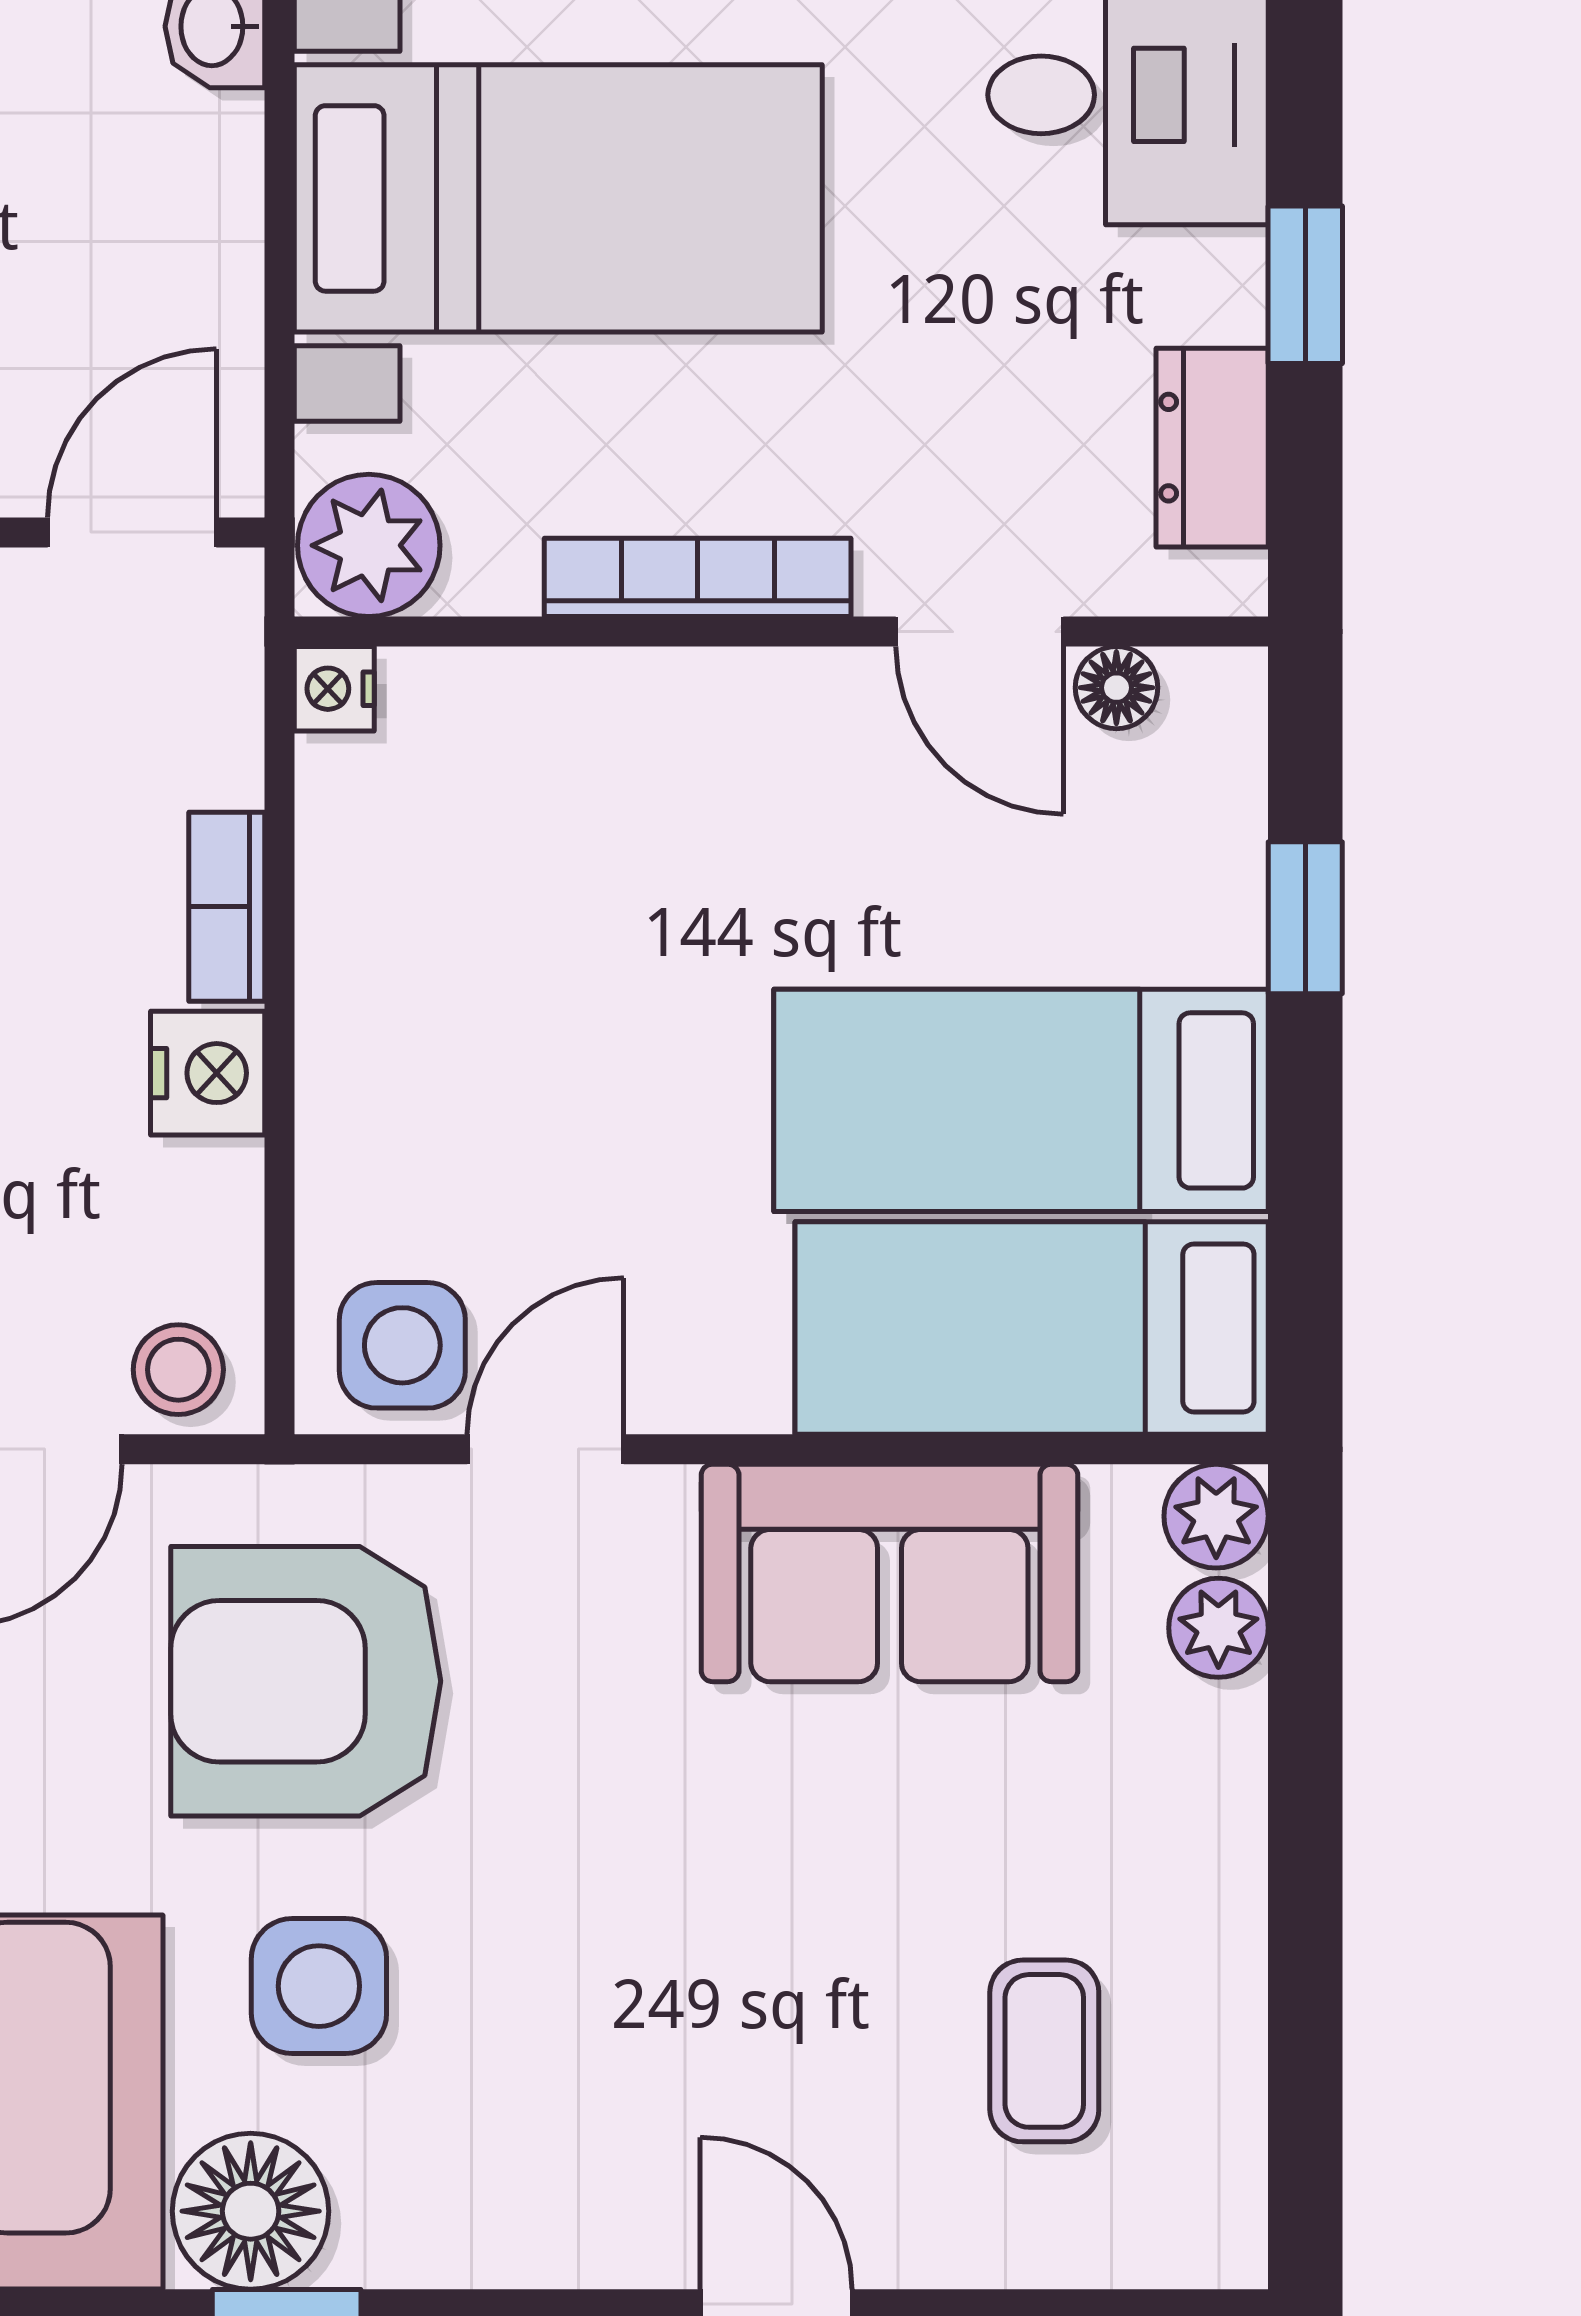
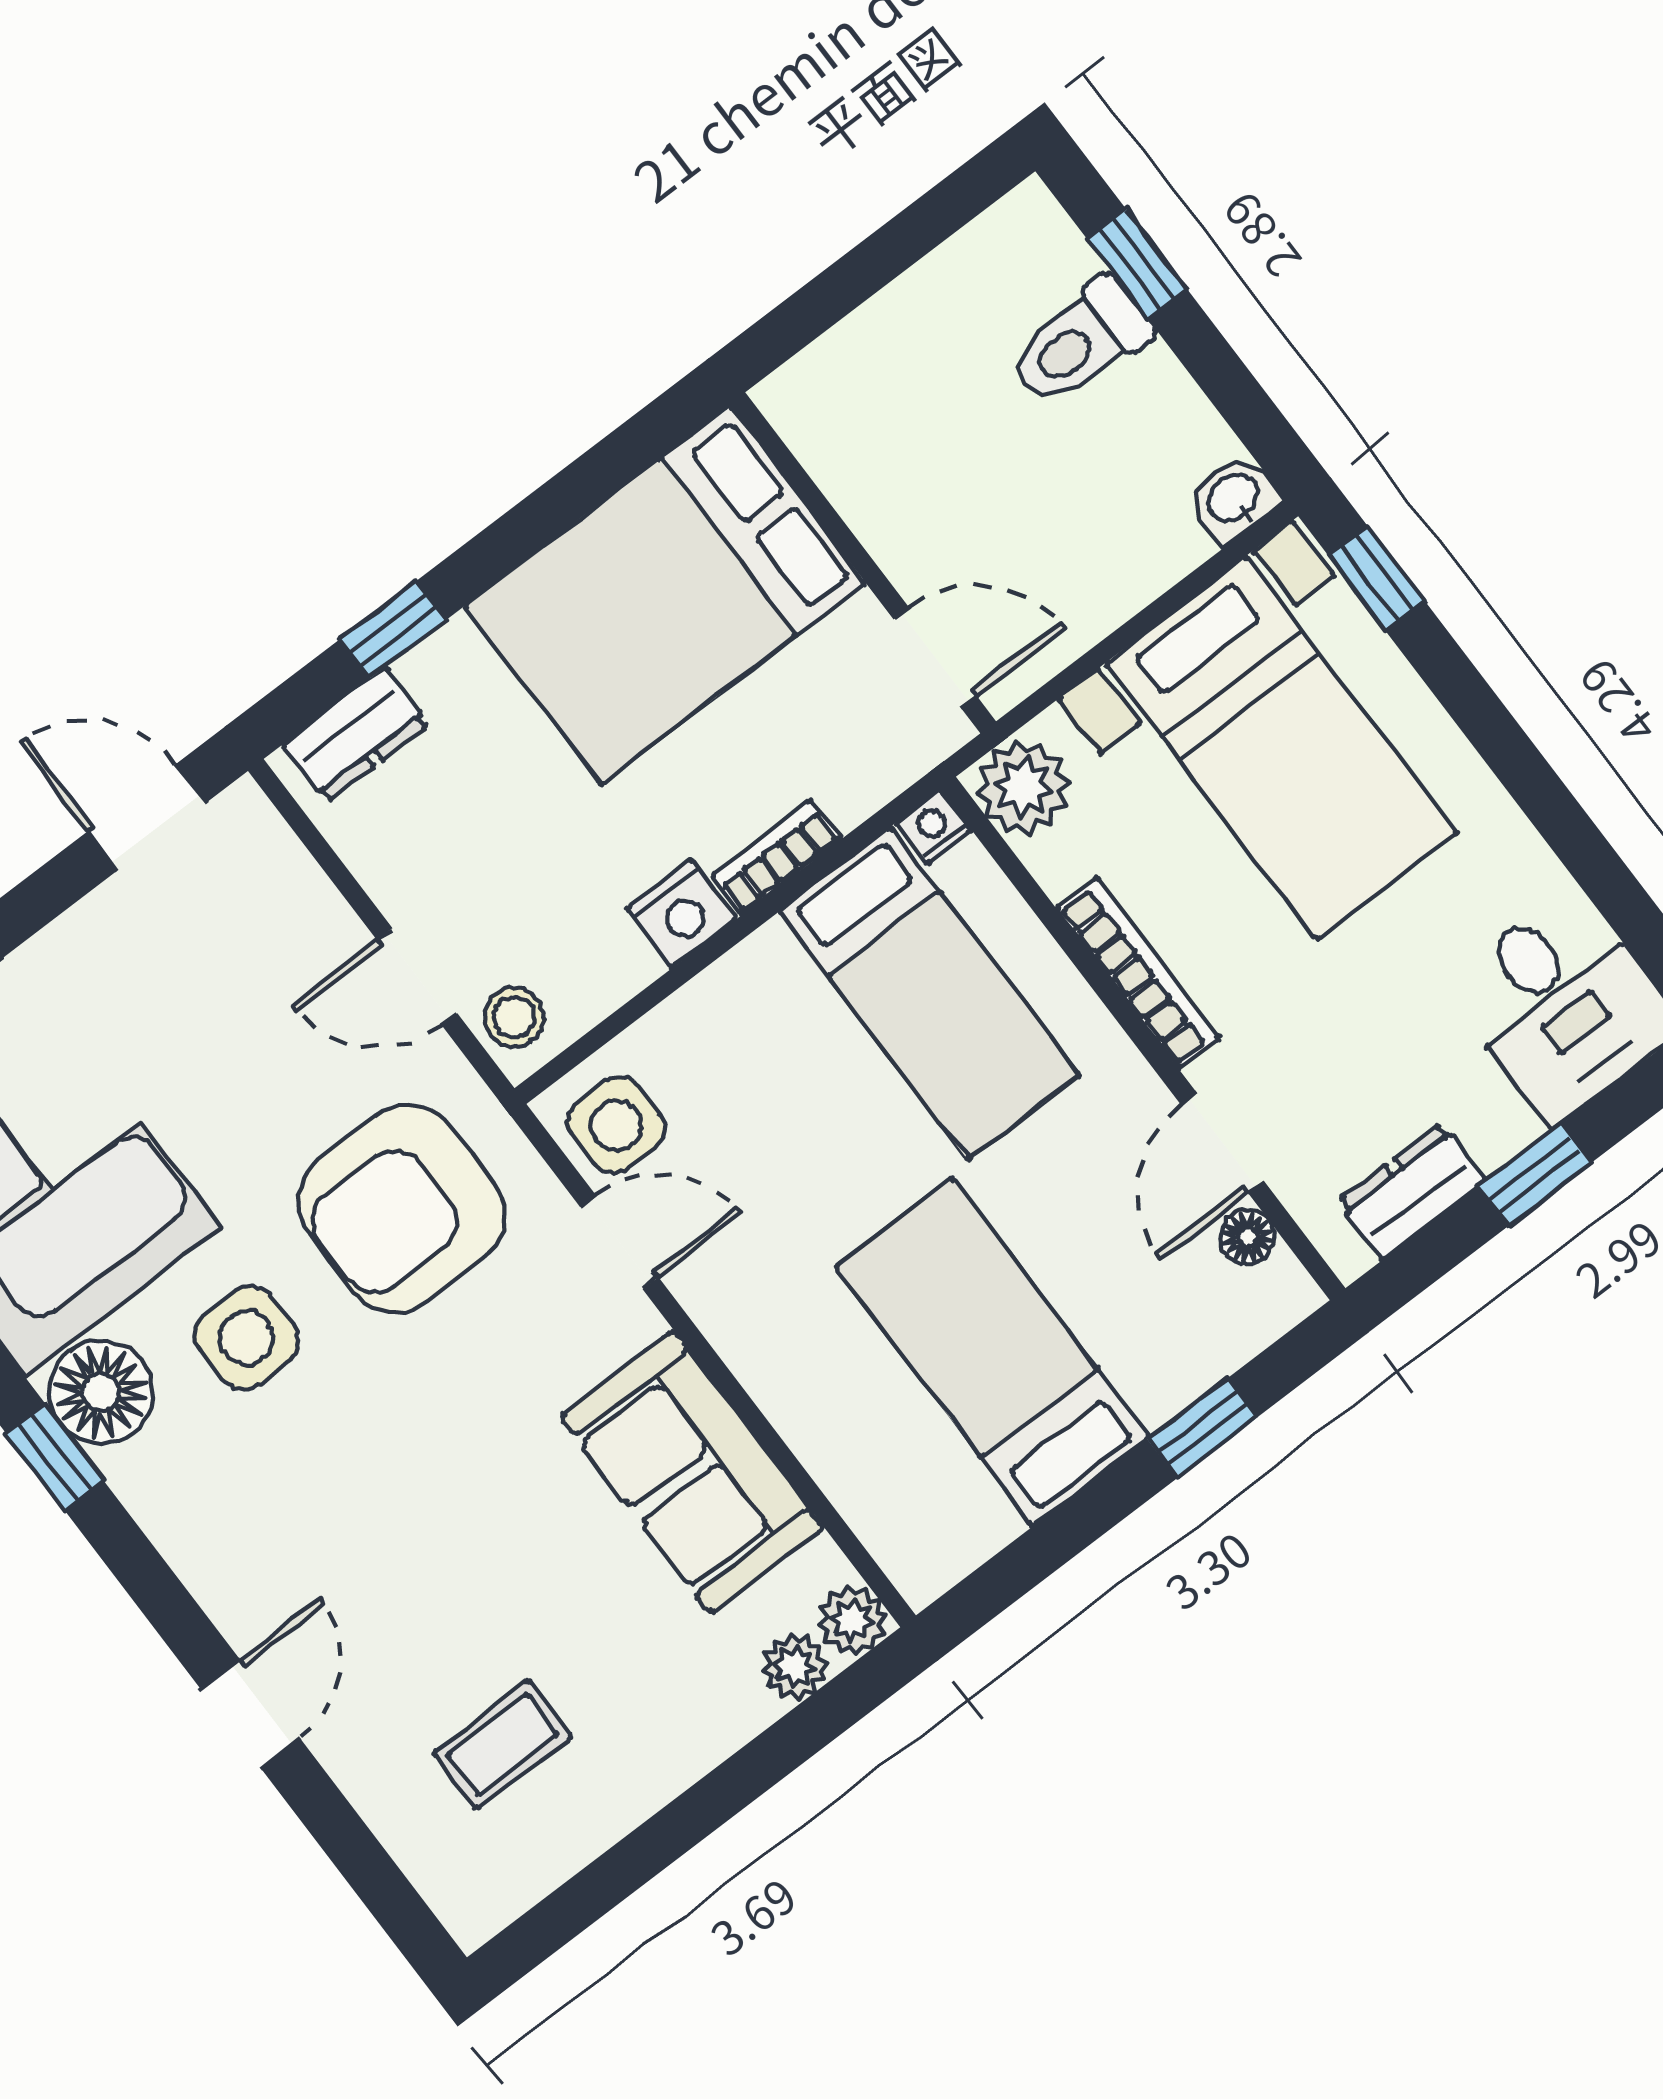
bed: (1032, 1328) -> (929, 993), moved, turned 180
armchair: (306, 1681) -> (401, 1209), turned -90

